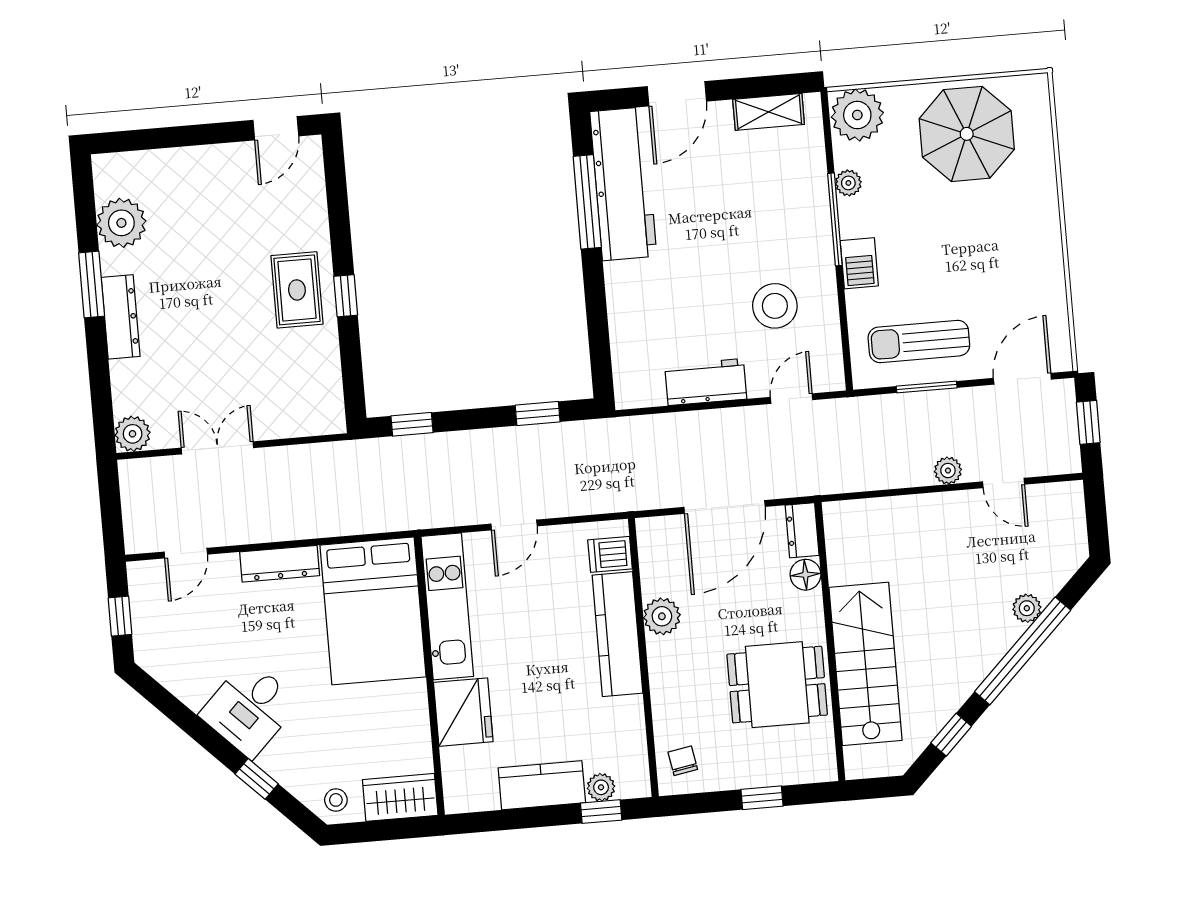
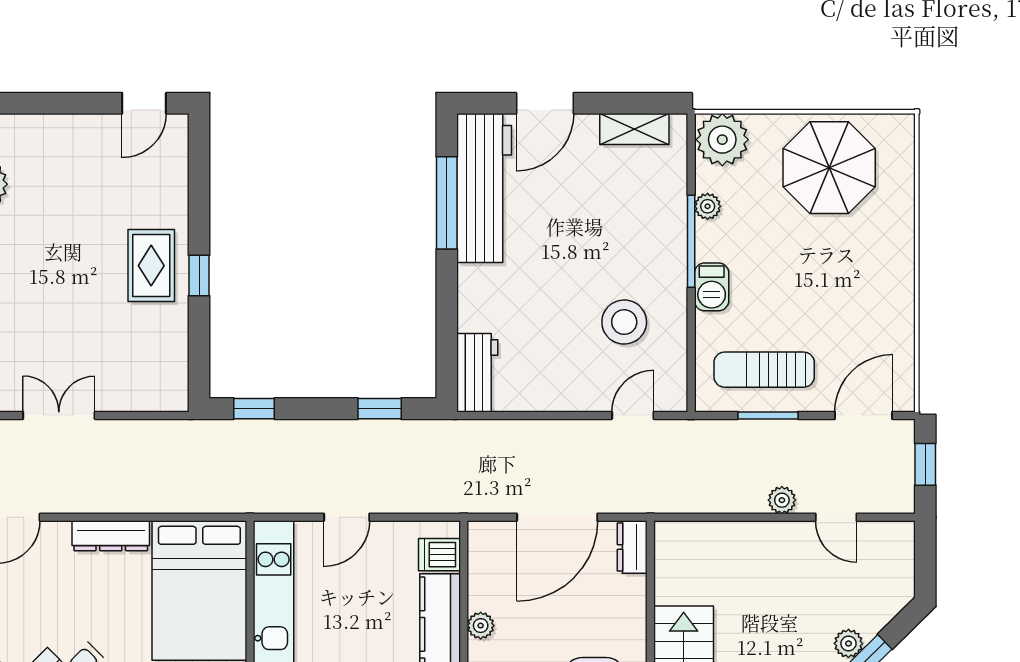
workbench: (706, 382) -> (477, 373), moved, turned 90
floor lamp: (805, 575) -> (632, 591), removed
plant: (662, 616) -> (481, 626), width x0.73, depth x0.73

